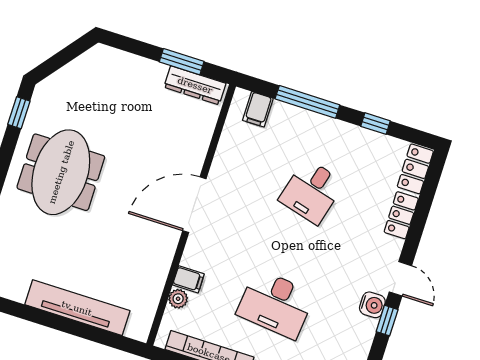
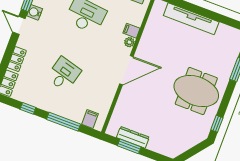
dresser: (195, 85) -> (133, 137), moved
meeting table: (61, 172) -> (196, 91), turned 90
plant: (178, 299) -> (129, 42), moved

